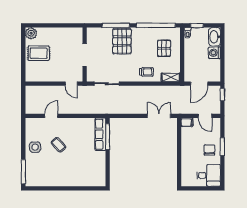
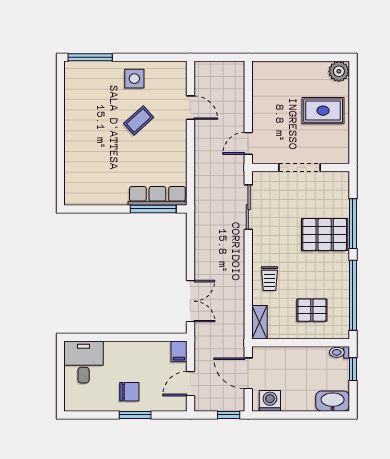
rug: (39, 53) -> (323, 111), moved, turned 90
washing machine: (215, 53) -> (270, 401), moved
desk: (209, 175) -> (84, 362), moved, turned 180

